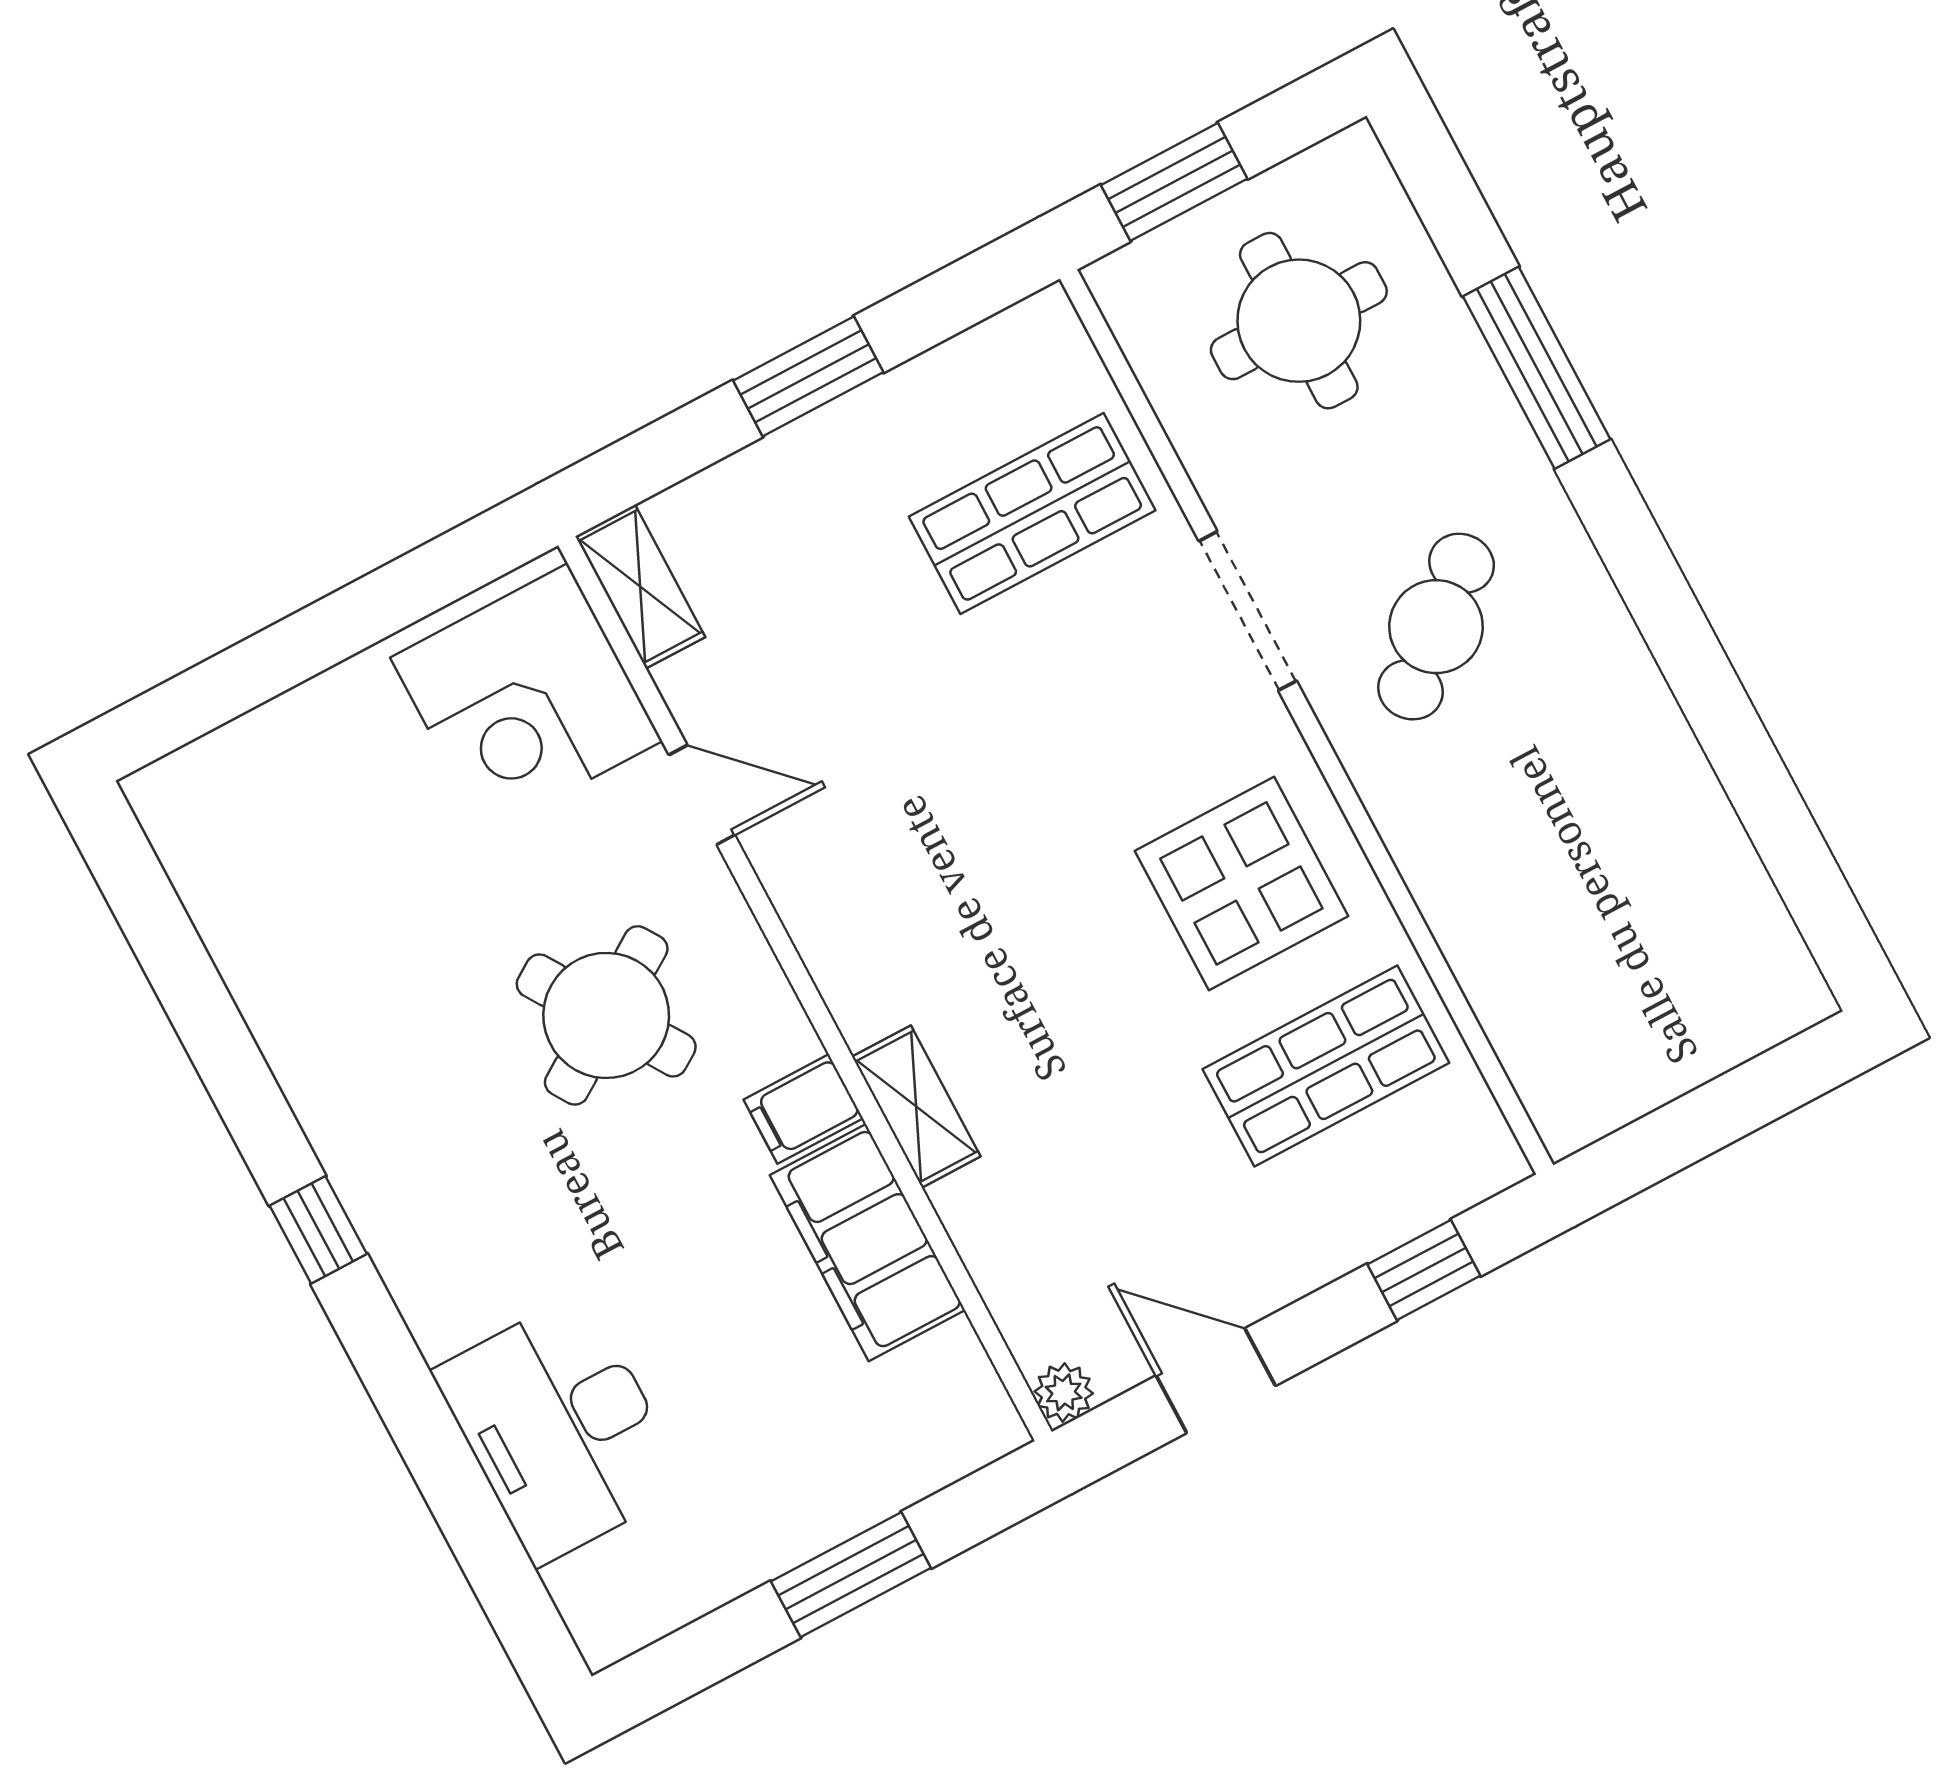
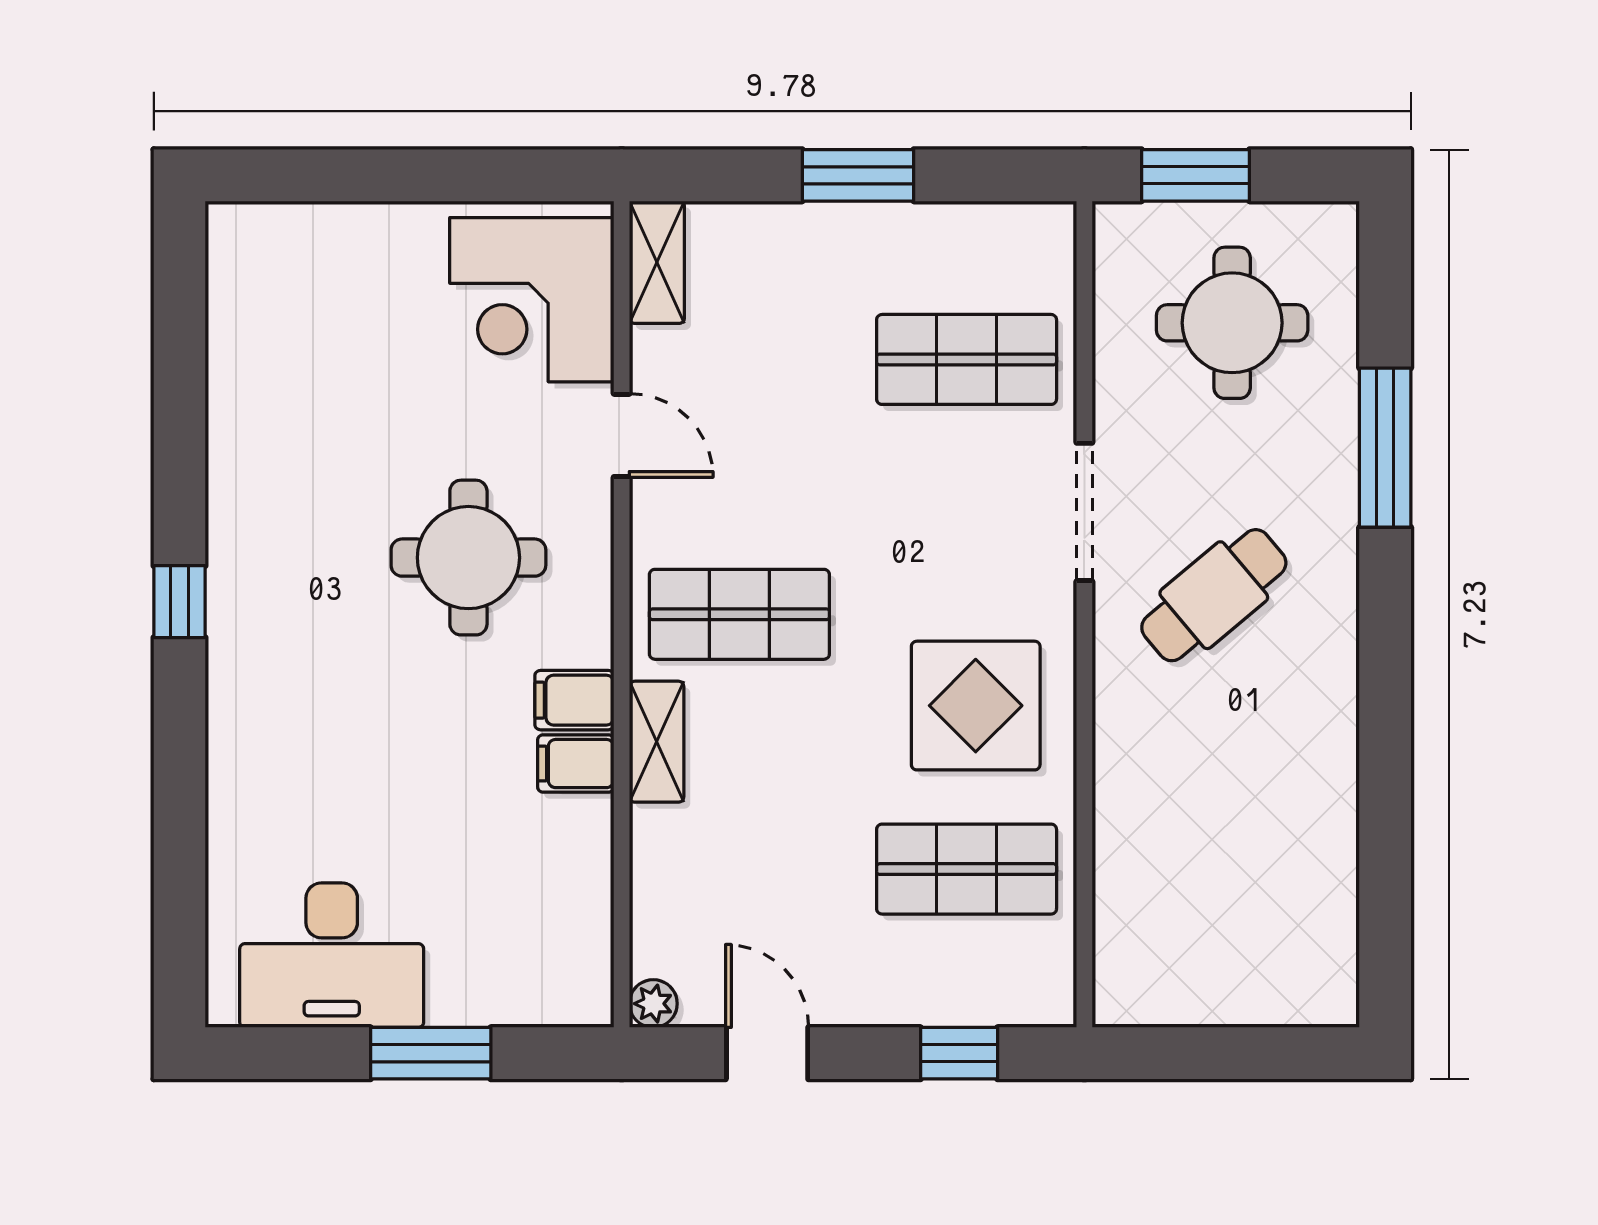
shop shelf: (933, 921) -> (739, 614), added
round table: (606, 1015) -> (468, 558), turned 33
filing cabinet: (867, 1243) -> (576, 764), width x0.33, depth x0.86
desk: (560, 1429) -> (332, 955), moved, turned -90

